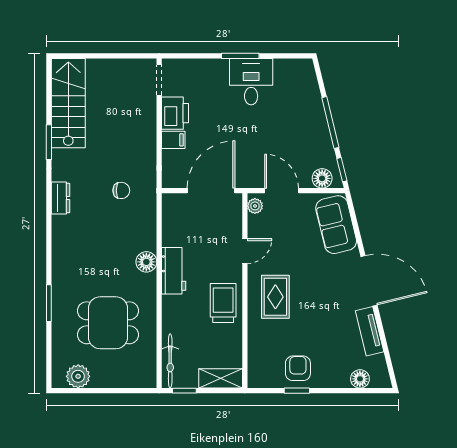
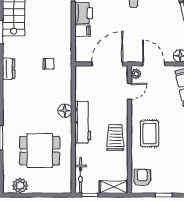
door: (245, 251) -> (129, 91), moved
workbench: (174, 271) -> (83, 122), width x1.38
armchair: (298, 368) -> (142, 177), moved

